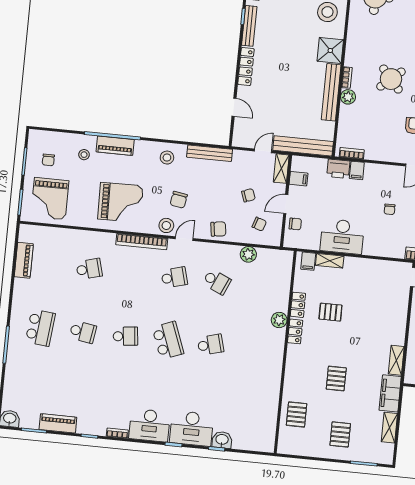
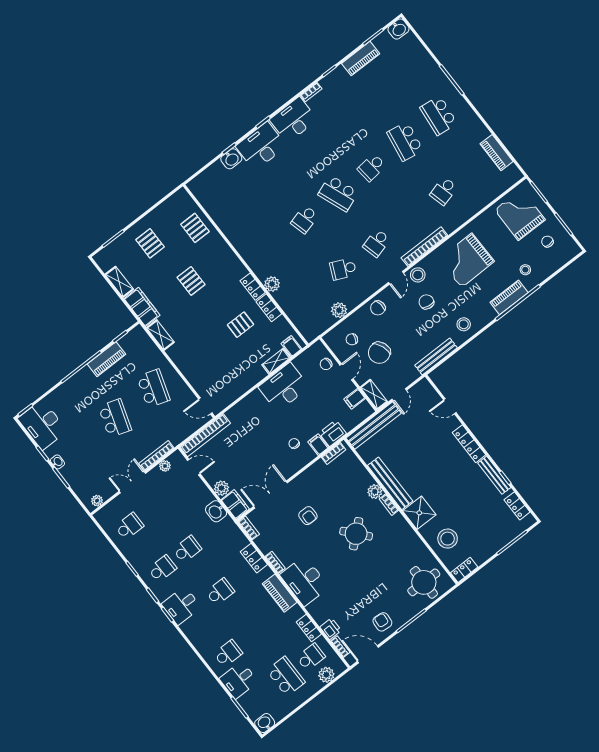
chair: (248, 195) -> (379, 353), width x1.87, depth x1.87
chair: (390, 209) -> (294, 443), moved
school desk: (83, 332) -> (405, 141), width x1.85

